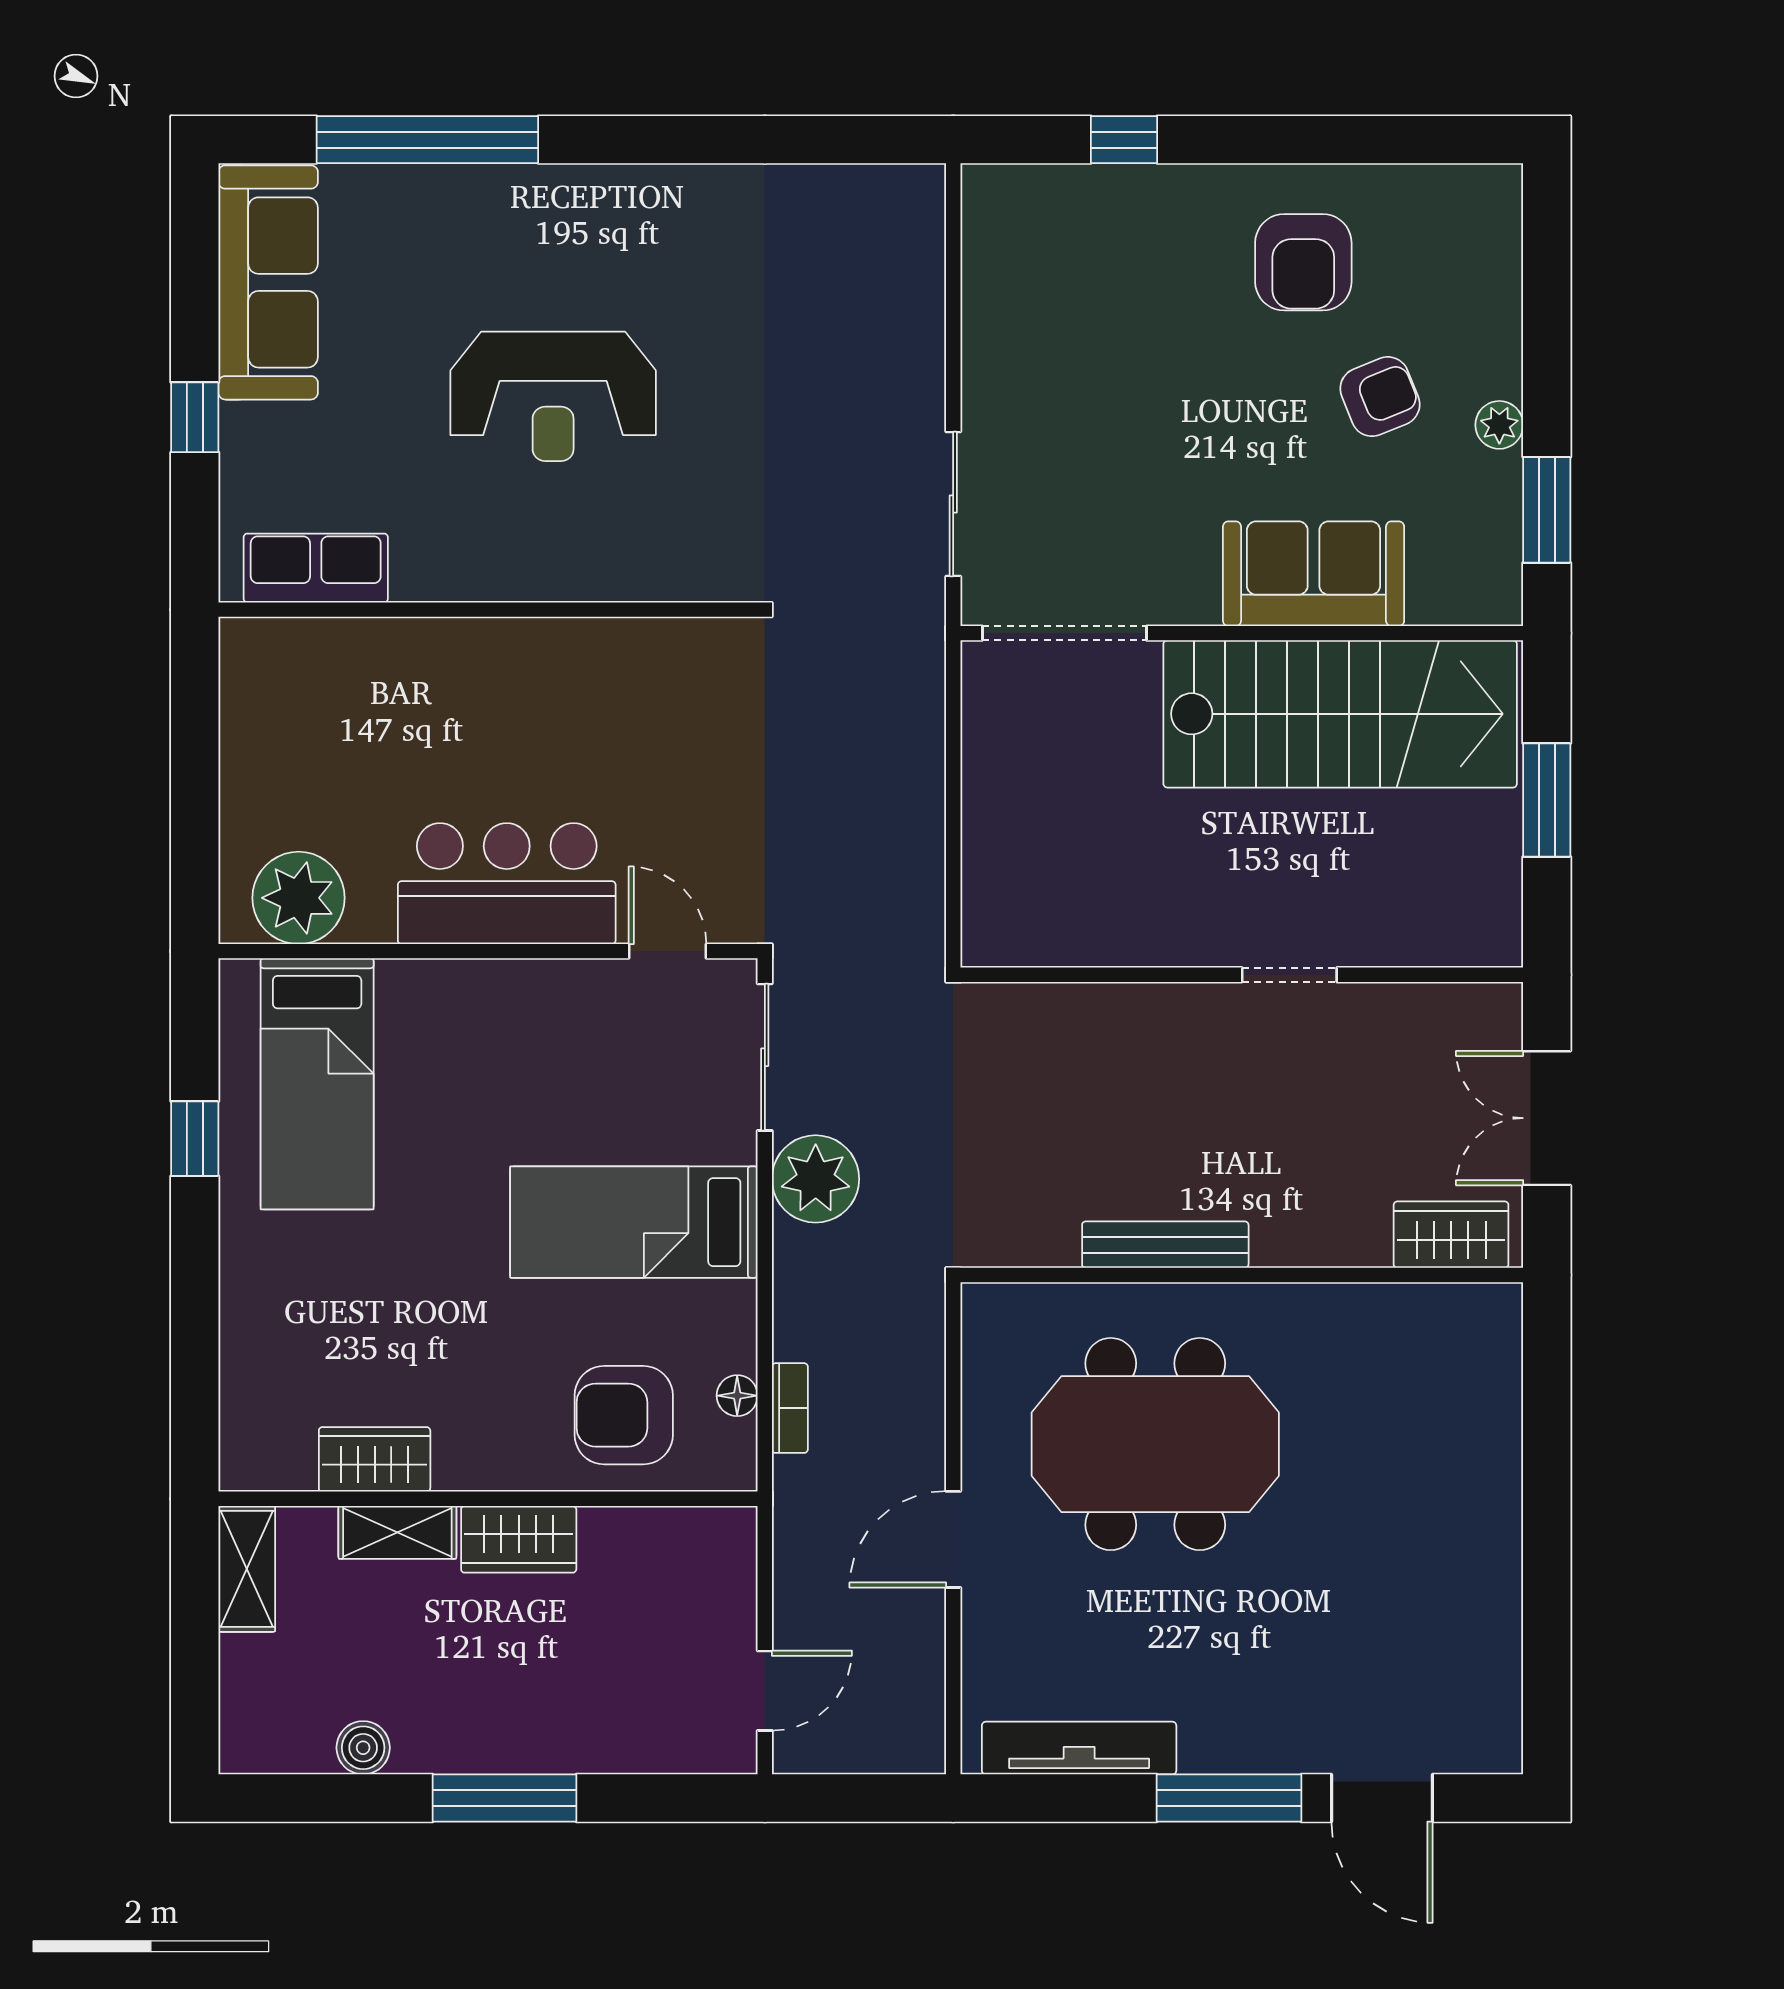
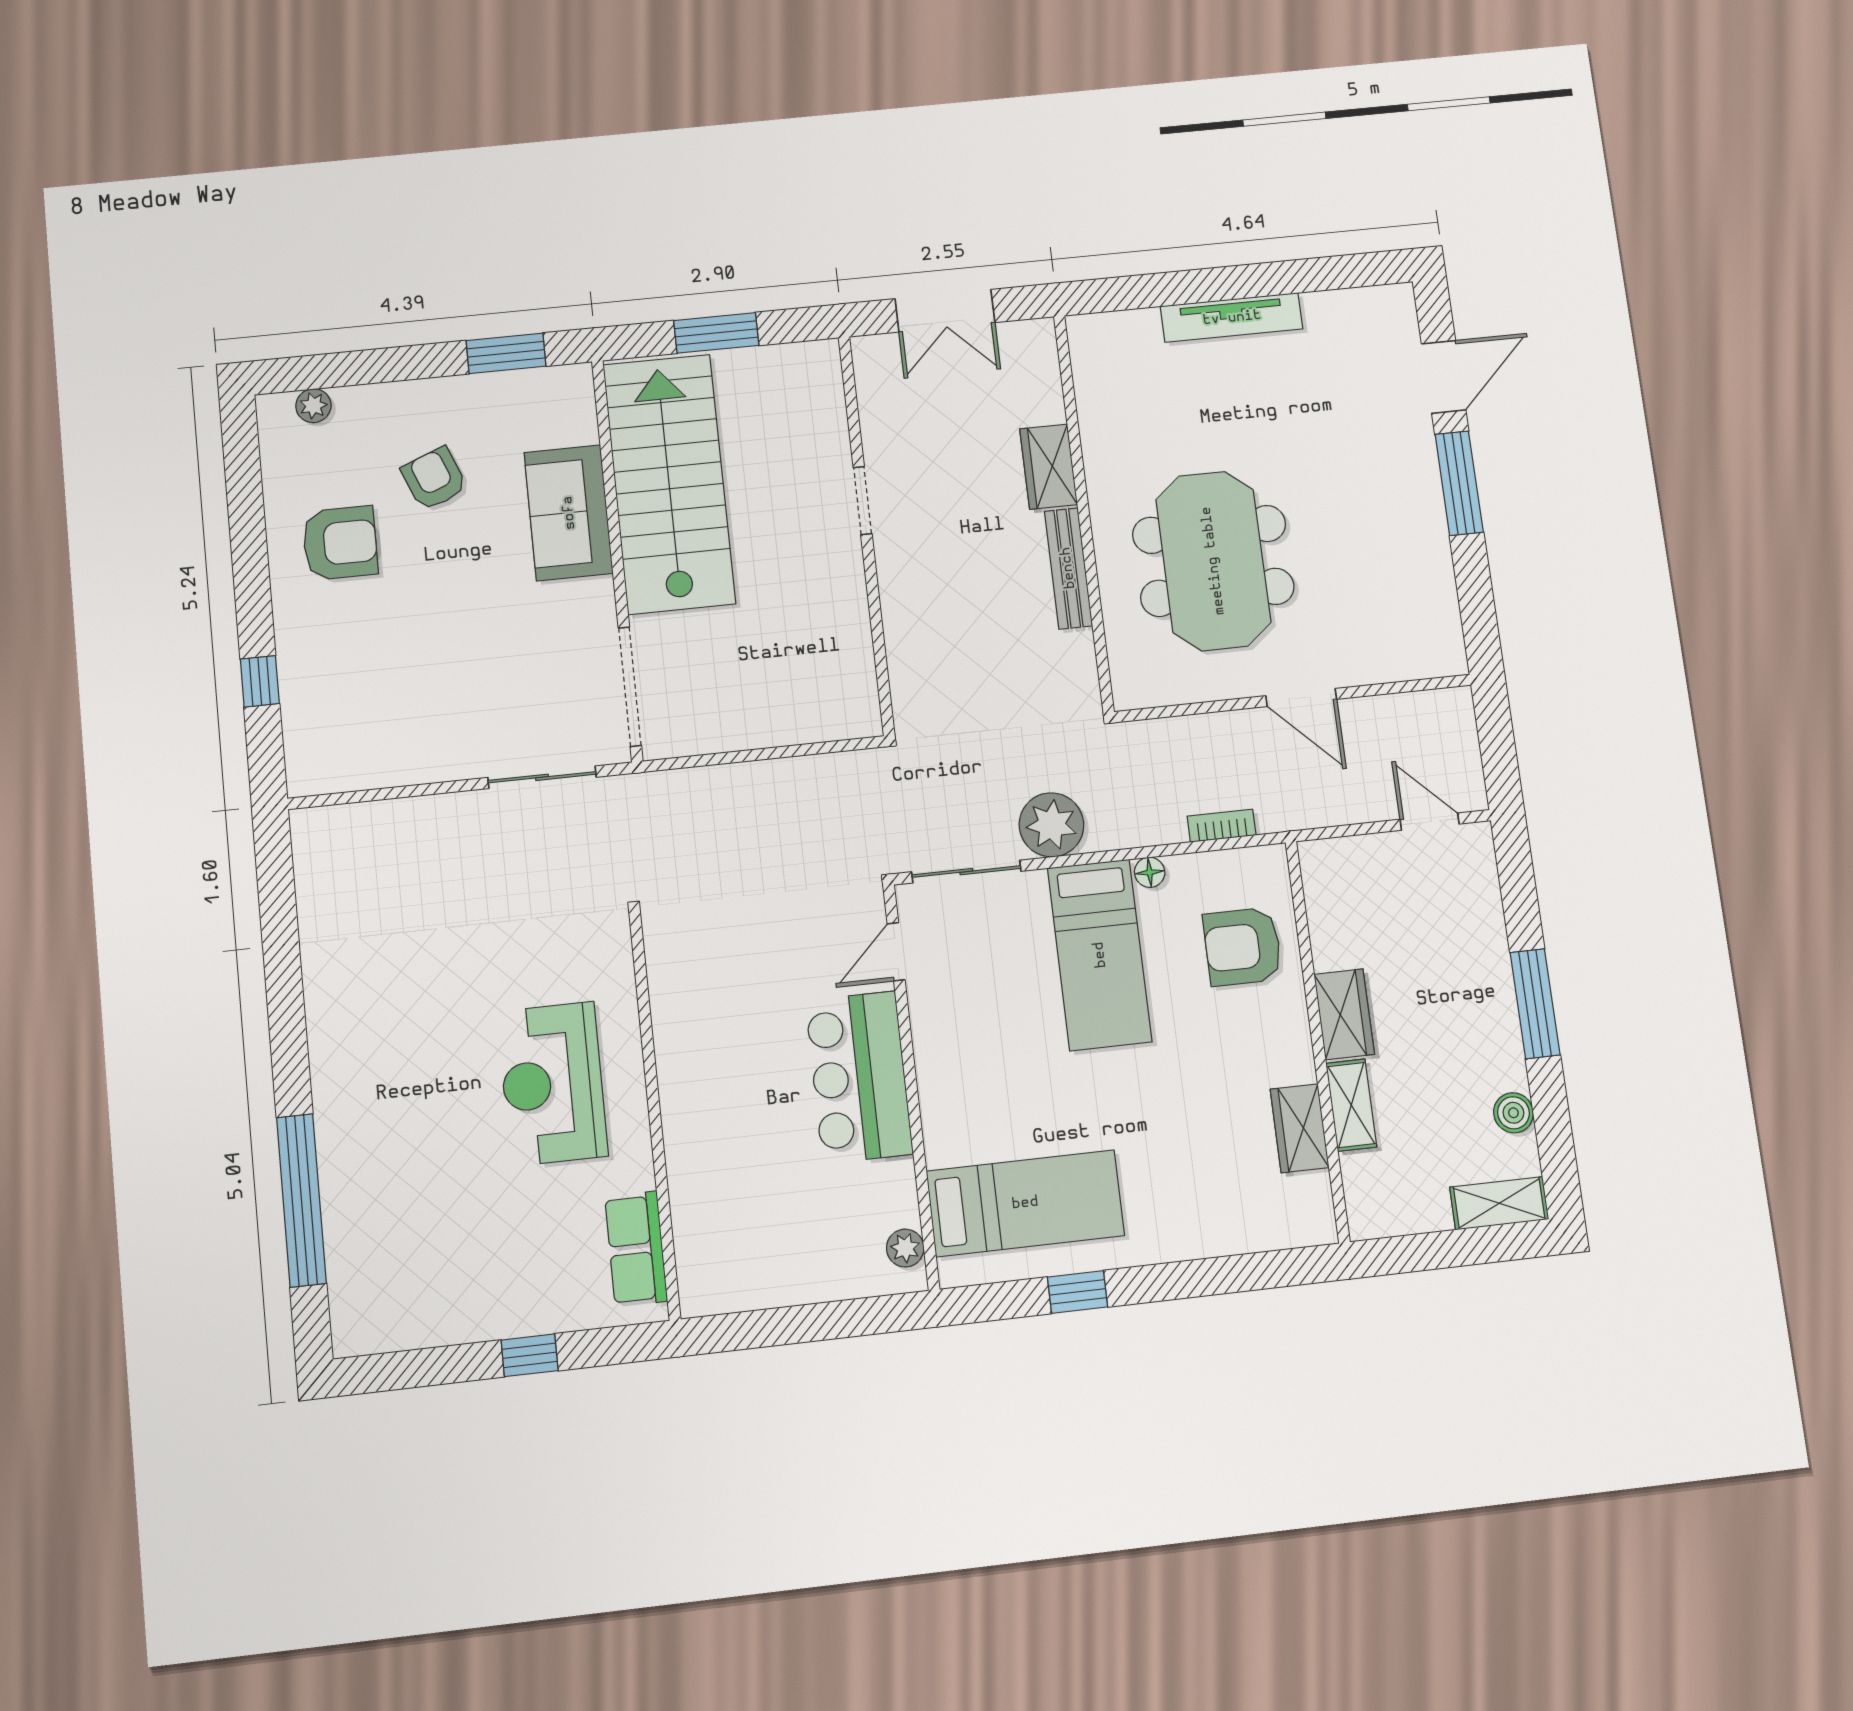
sofa: (268, 282) -> (421, 1310), removed
reception desk: (553, 396) -> (552, 1084), moved, turned 180
plant: (1499, 425) -> (313, 406), moved
plant: (299, 898) -> (905, 1248), width x0.53, depth x0.53
wardrobe: (1451, 1235) -> (1049, 467), moved
floor lamp: (737, 1396) -> (1150, 872), moved
armchair: (624, 1415) -> (1243, 947), turned 90
shelving: (247, 1569) -> (1499, 1203), moved
tv unit: (1079, 1748) -> (1232, 318), moved, turned -90

